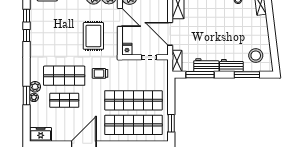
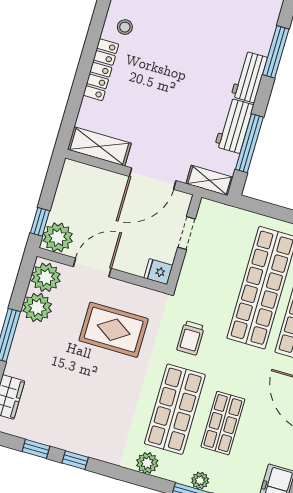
stool: (256, 56) -> (243, 24), removed
plant: (35, 87) -> (147, 463), moved

